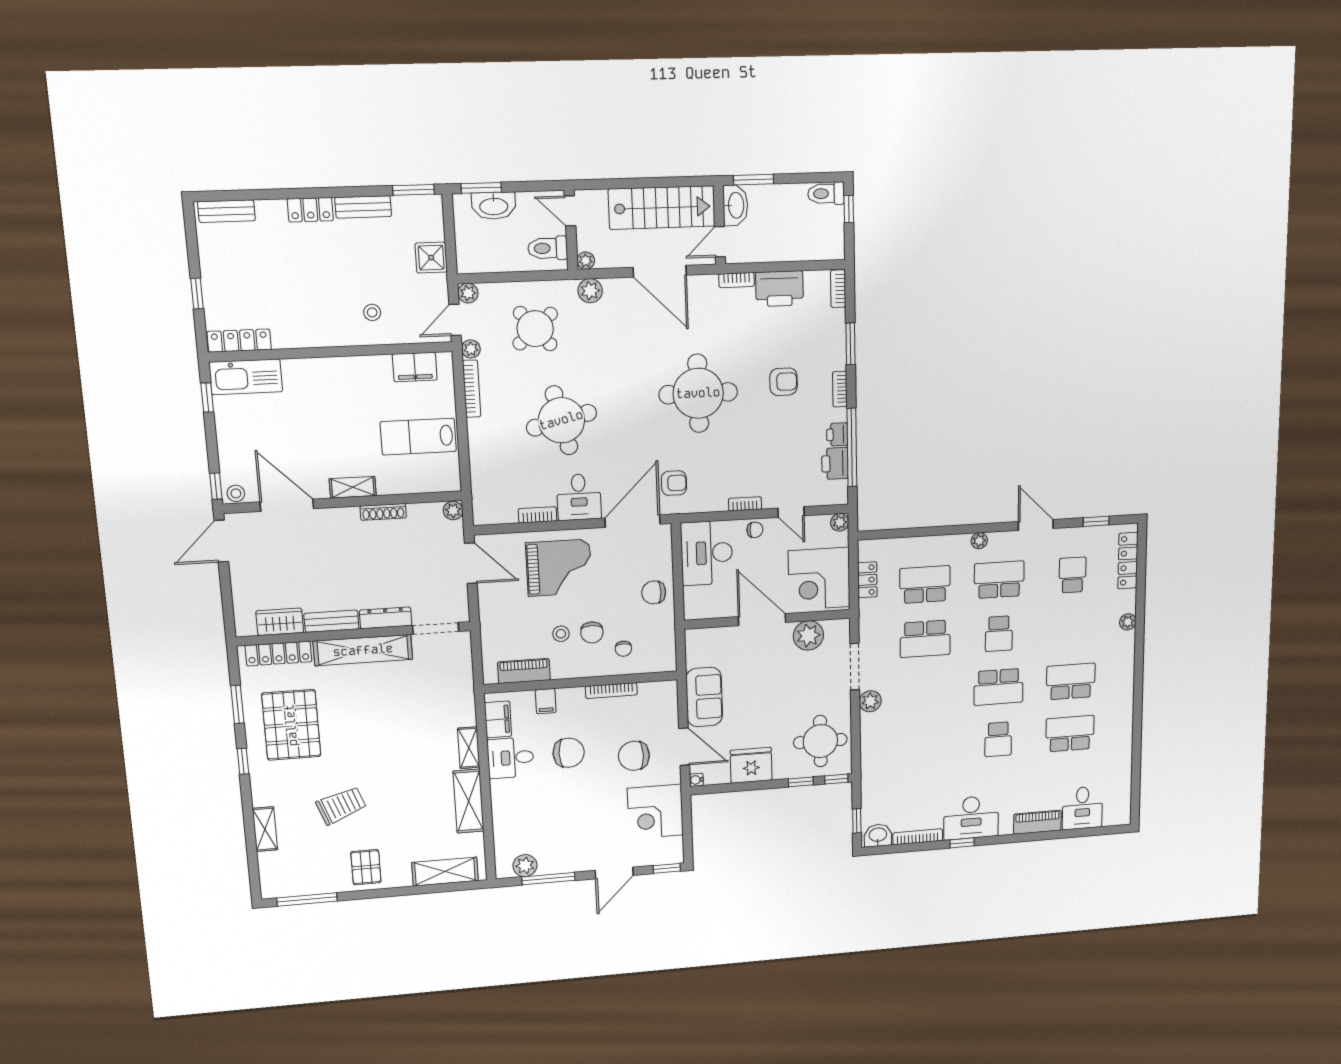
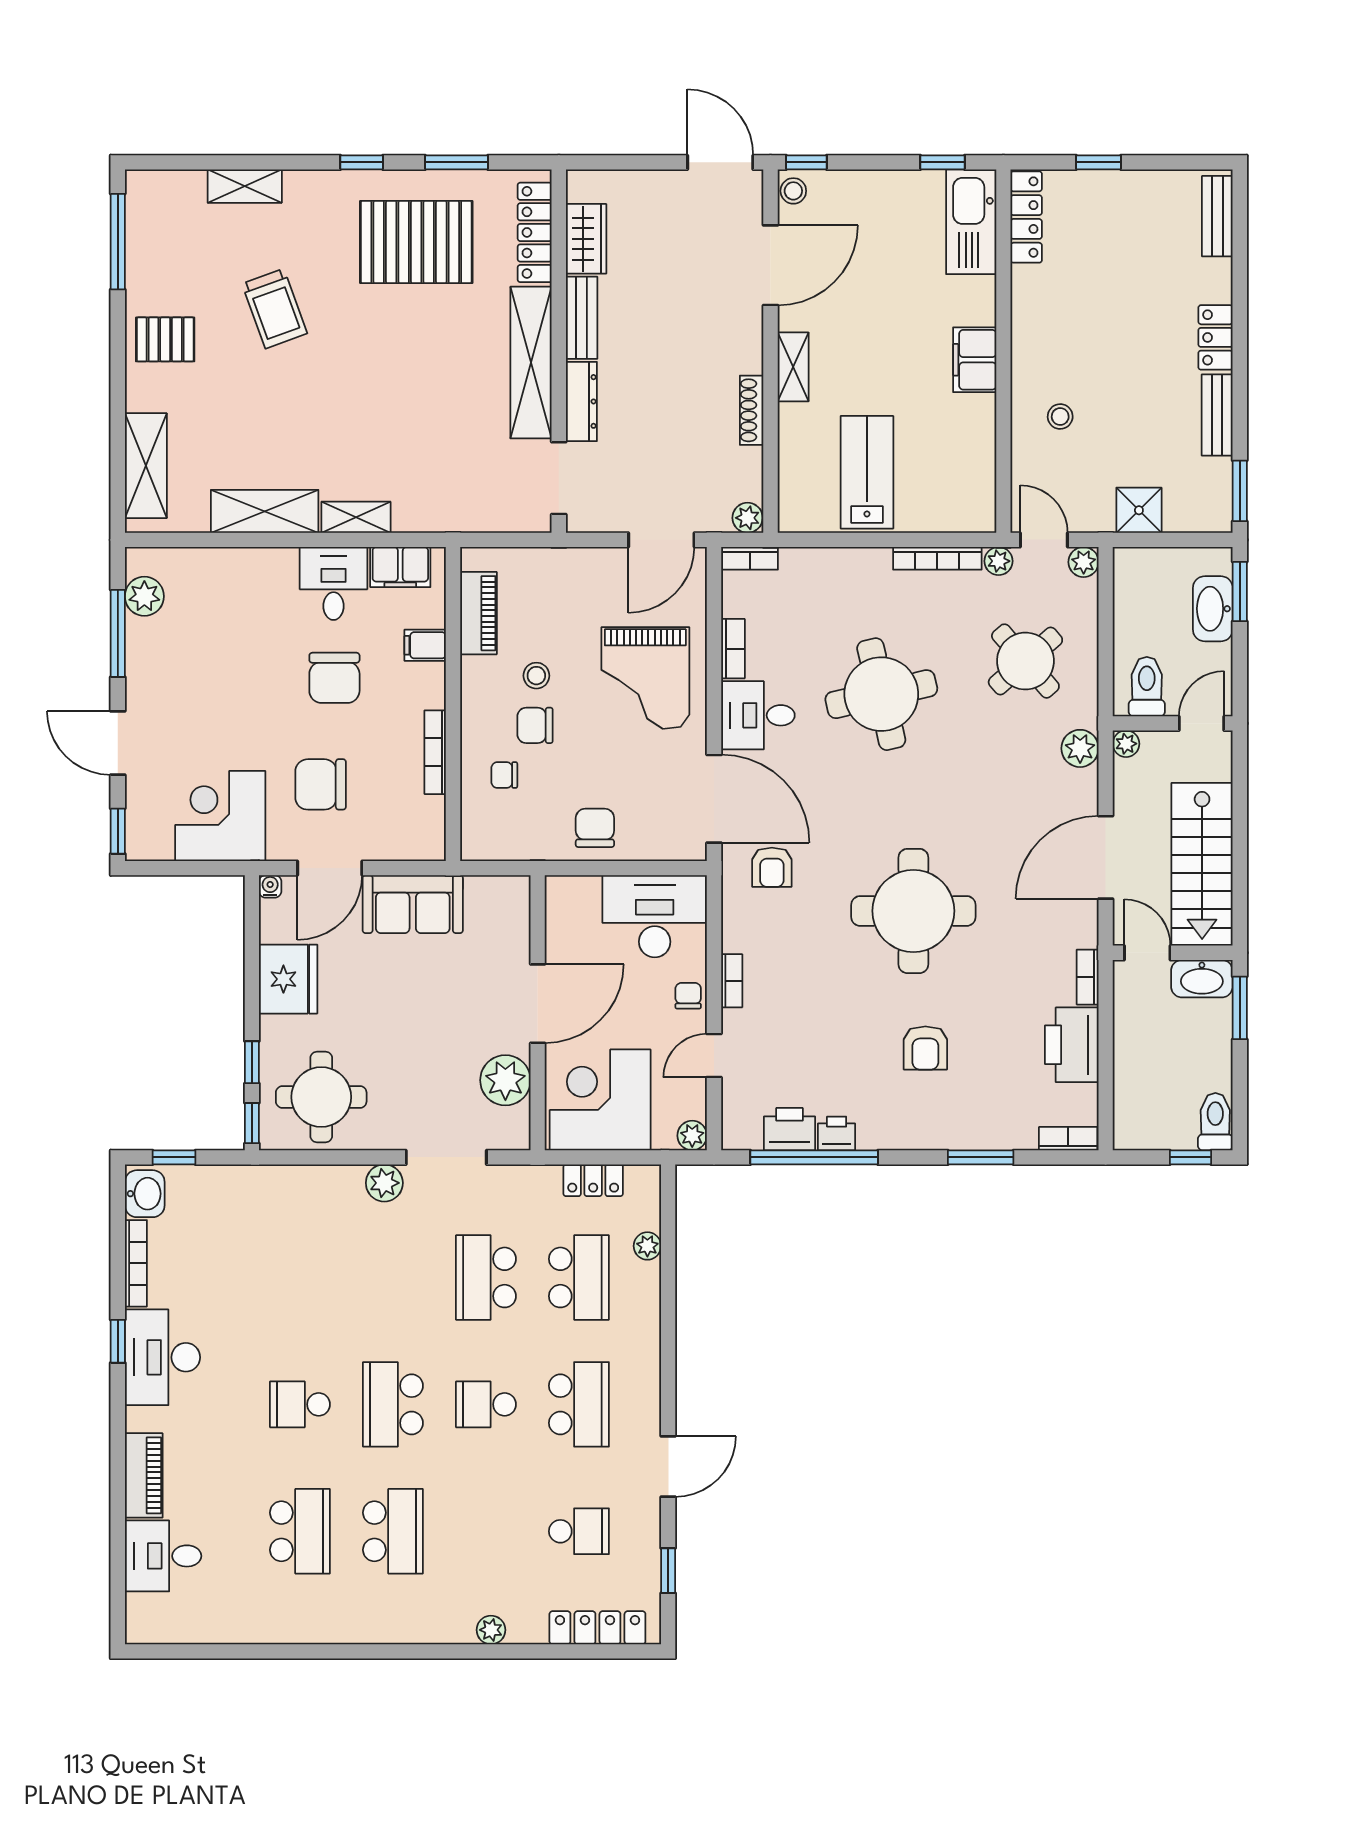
filing cabinet: (415, 367) -> (975, 360), moved
bookcase: (840, 389) -> (750, 558), moved, turned 180
chair: (755, 530) -> (688, 996), turned 180
plant: (979, 541) -> (647, 1246), moved
chair: (634, 756) -> (321, 784), turned -90

